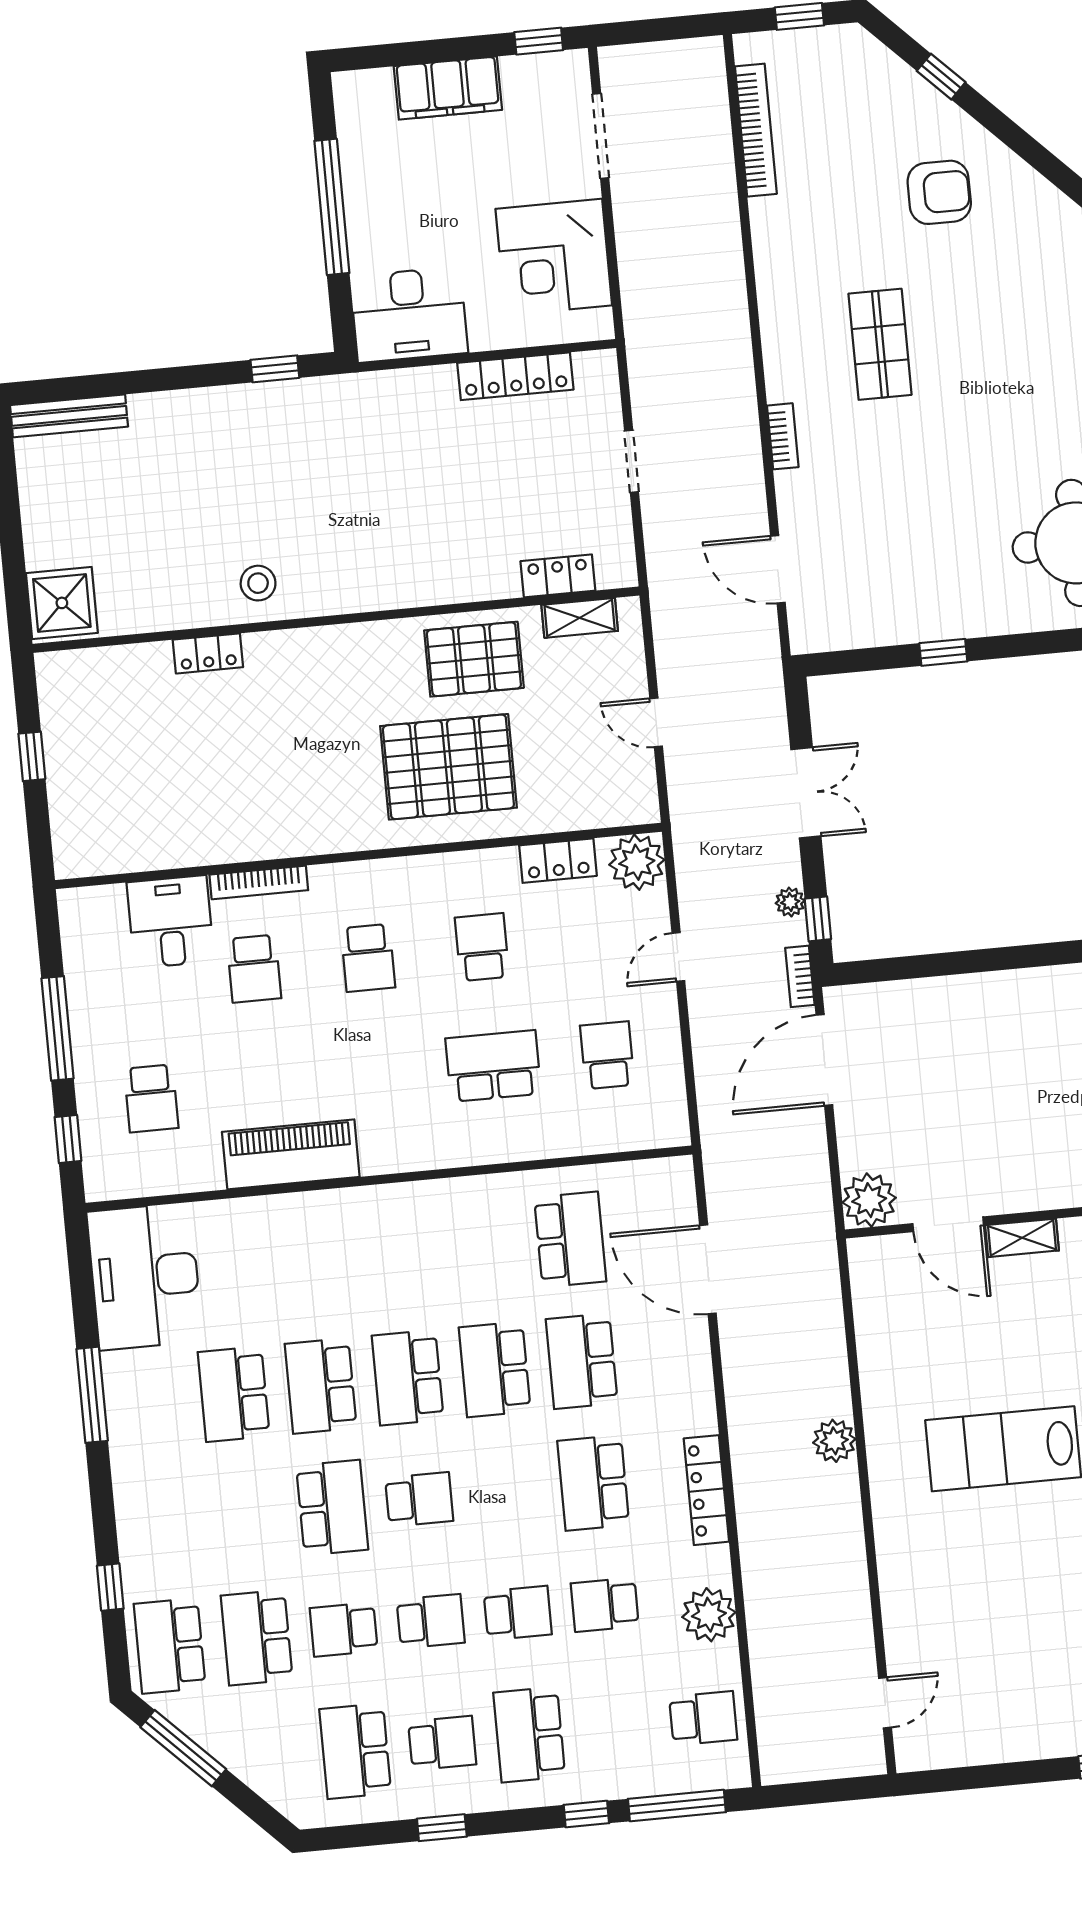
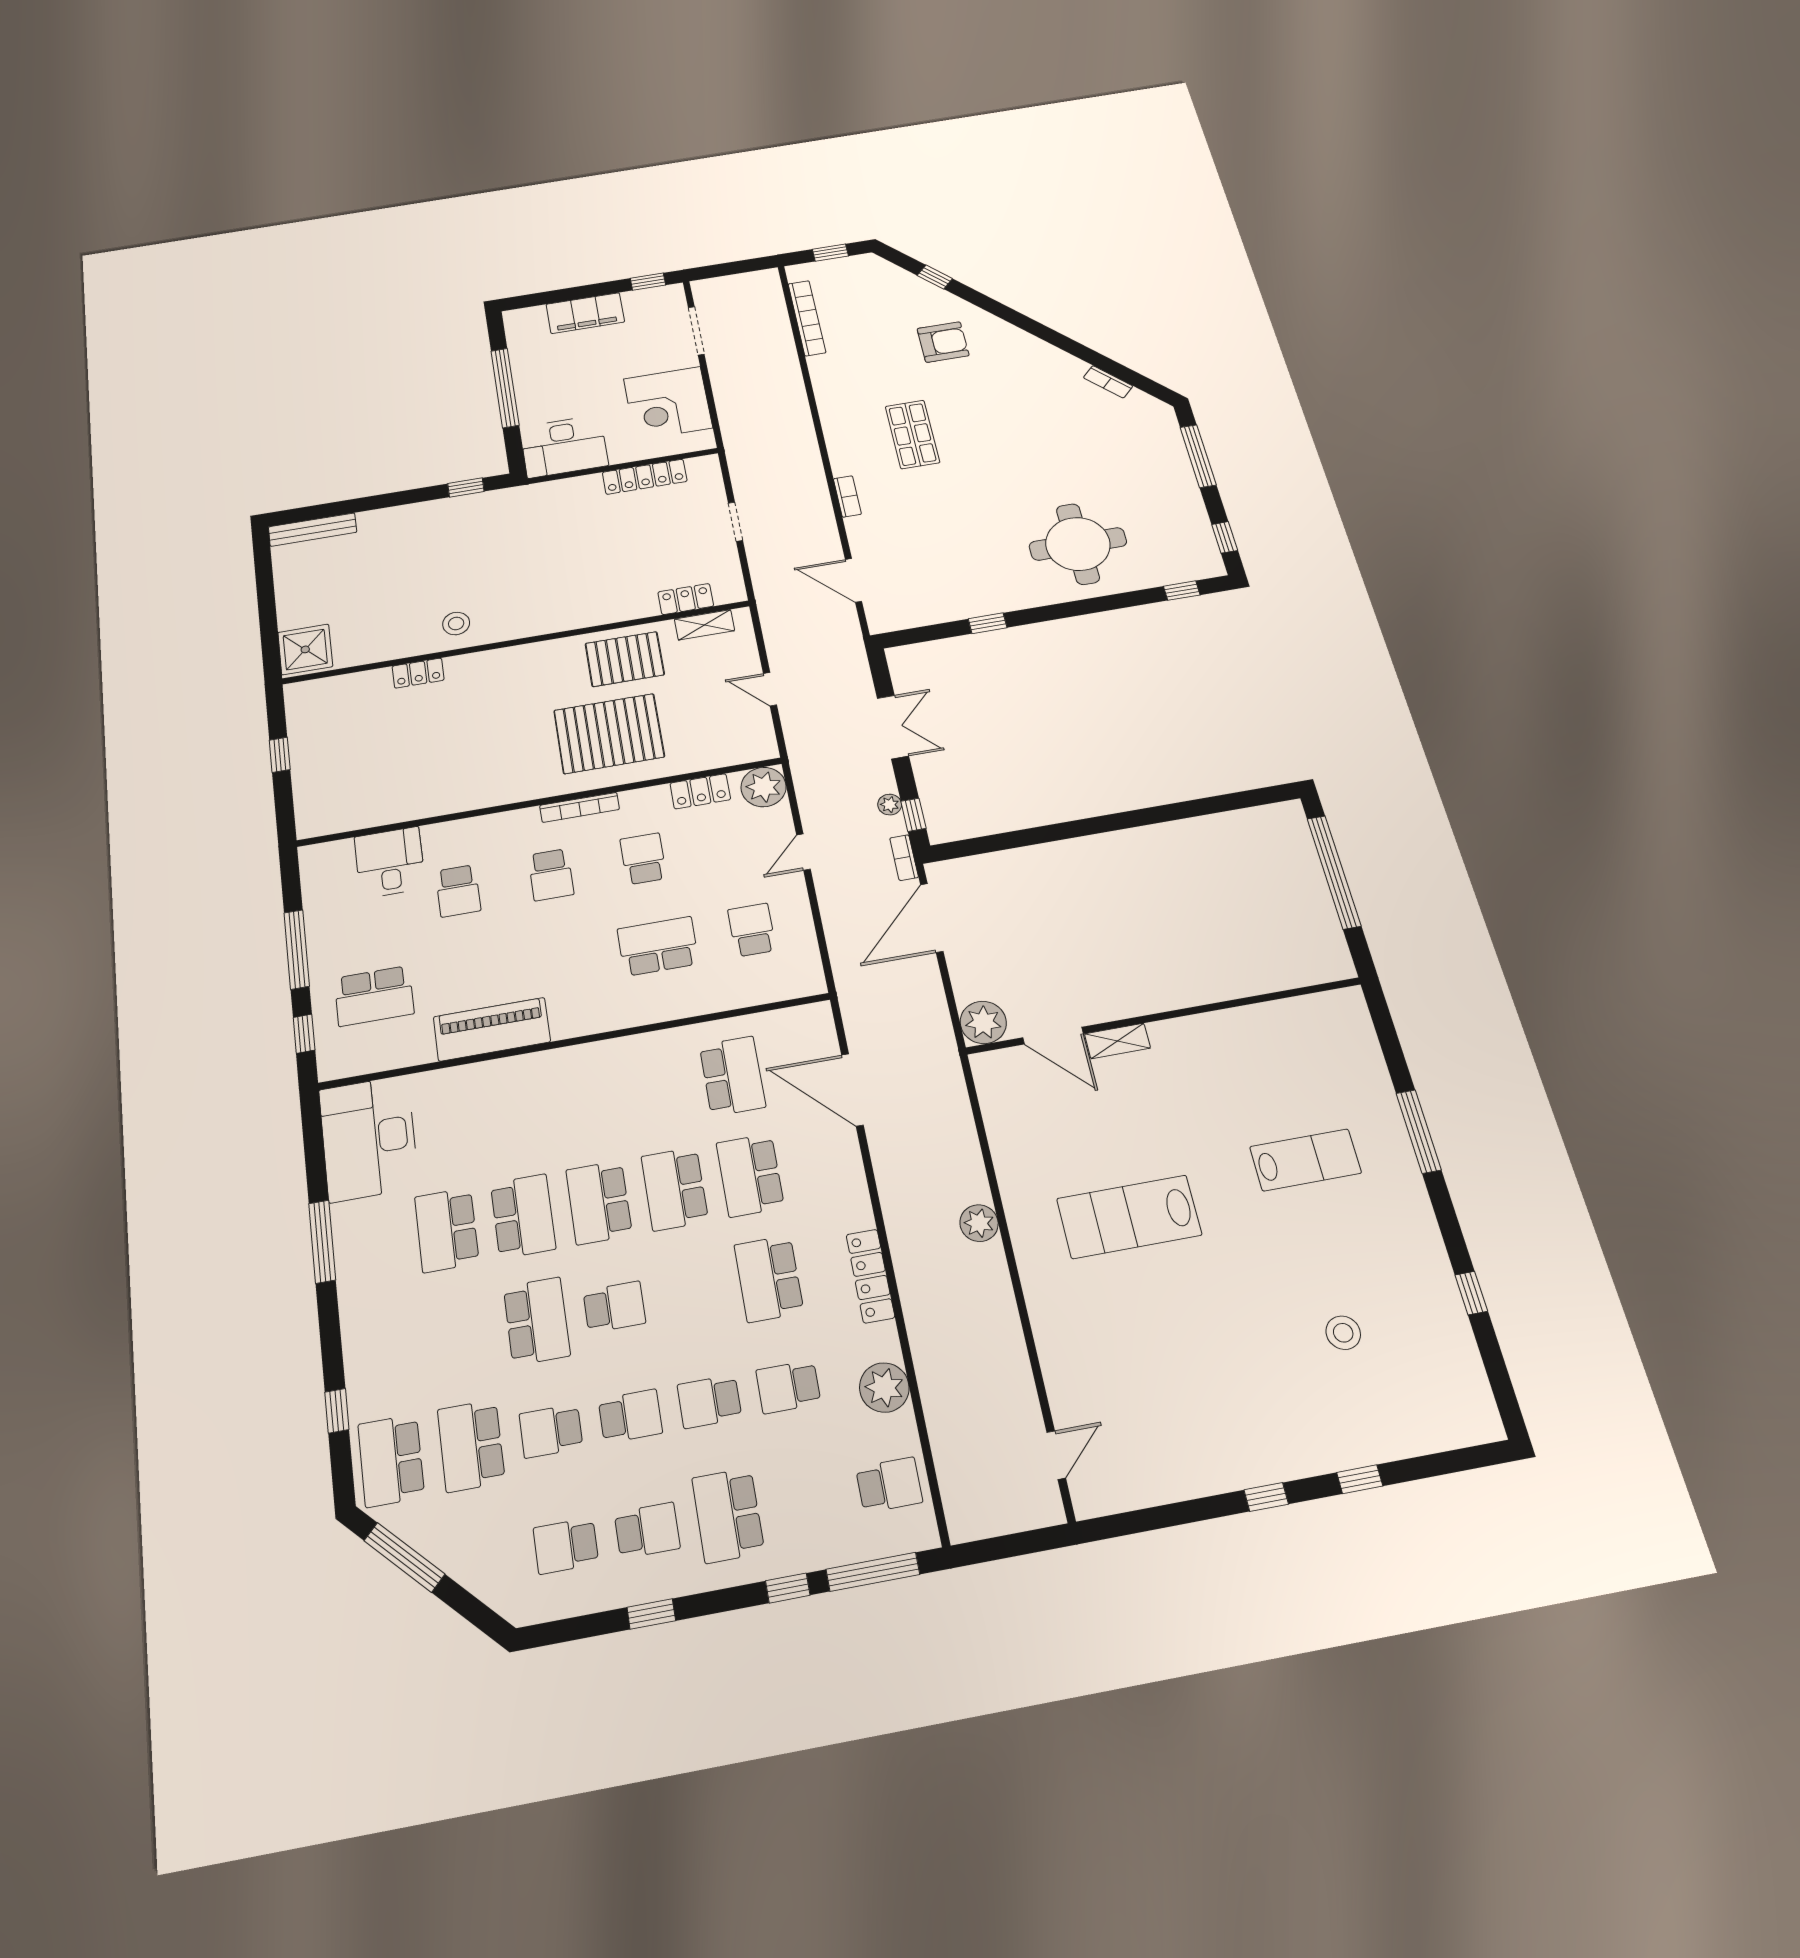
bookcase: (259, 882) -> (580, 807), moved
school desk: (151, 1098) -> (374, 996), width x1.85
school desk: (321, 1386) -> (523, 1216), turned 180
school desk: (518, 1613) -> (710, 1401), turned 180
school desk: (355, 1751) -> (566, 1546), width x0.54

